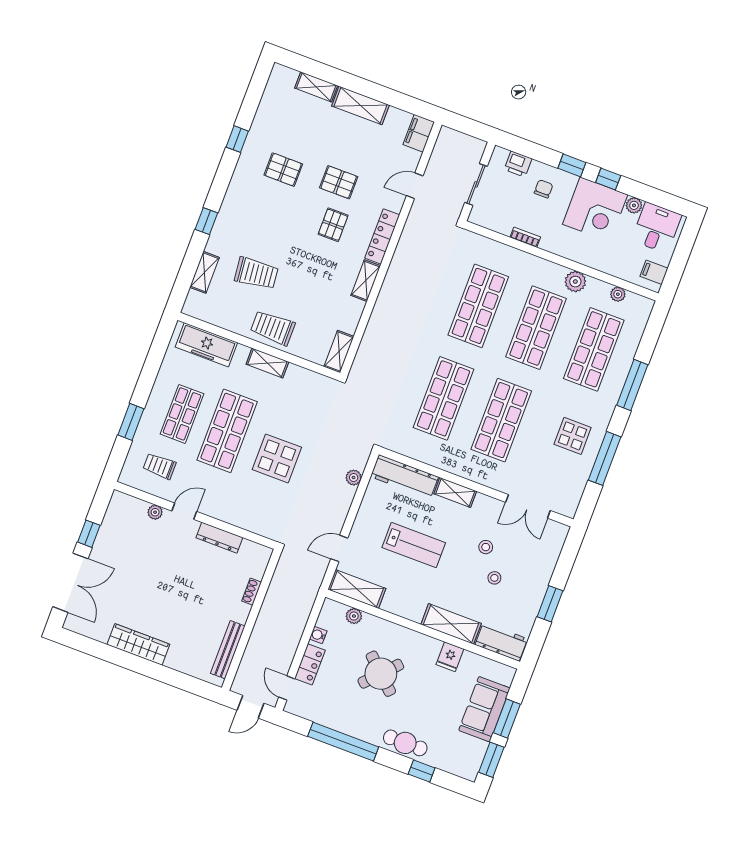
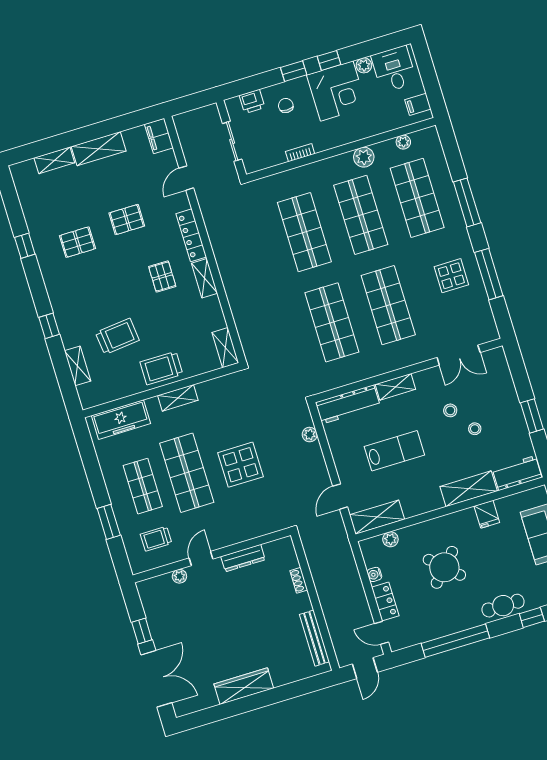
pallet: (333, 225) -> (162, 276), moved

